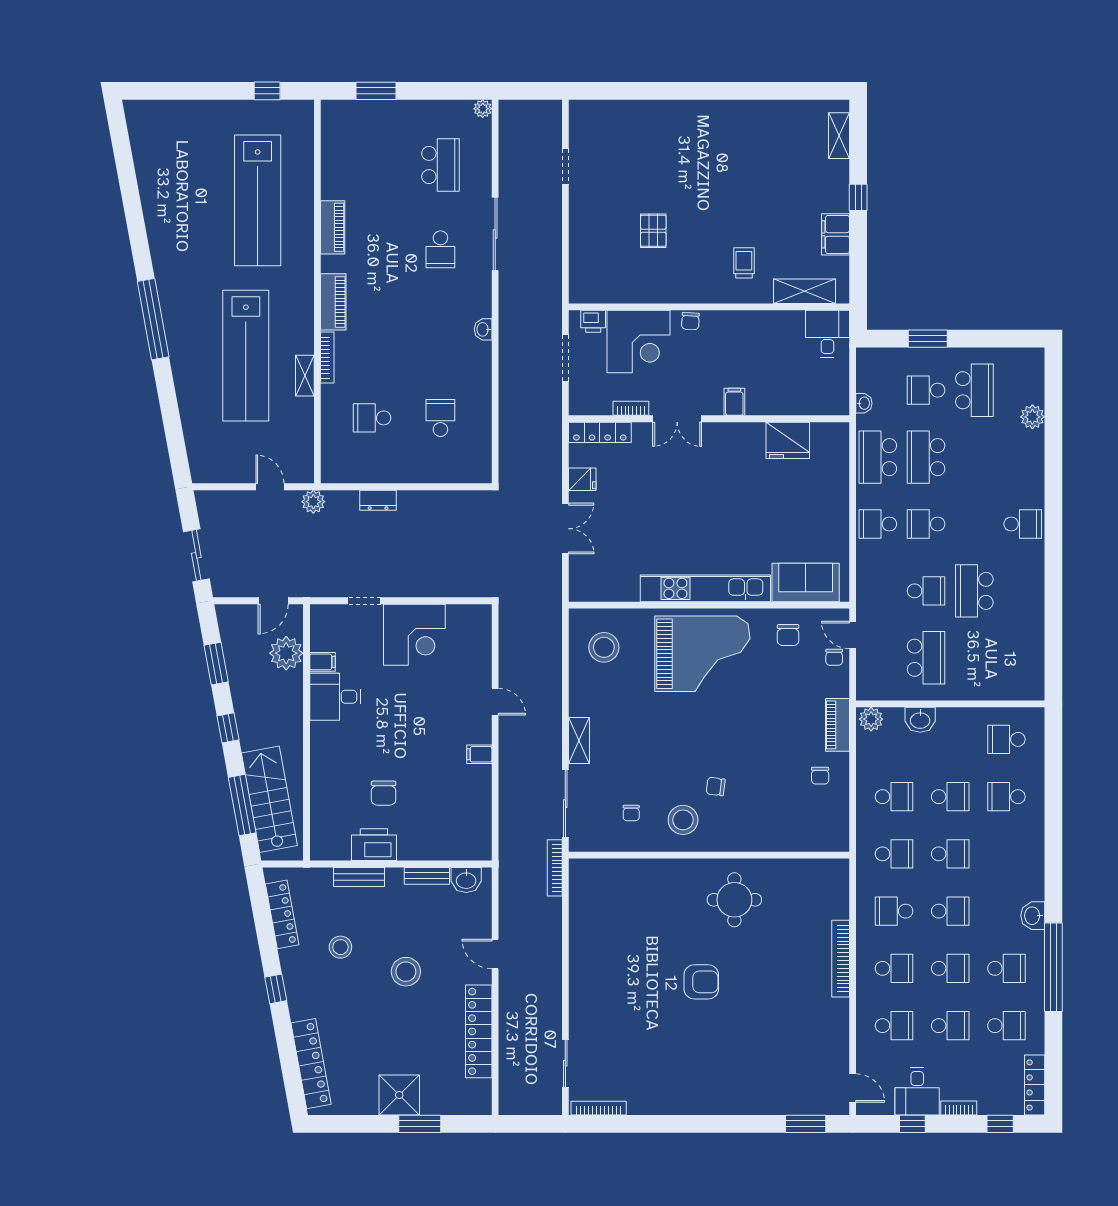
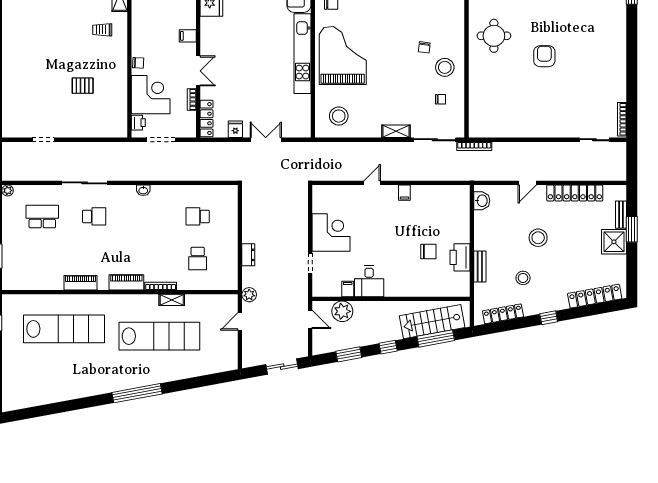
bench: (427, 876) -> (621, 215), moved

